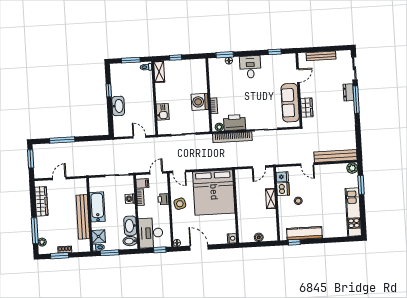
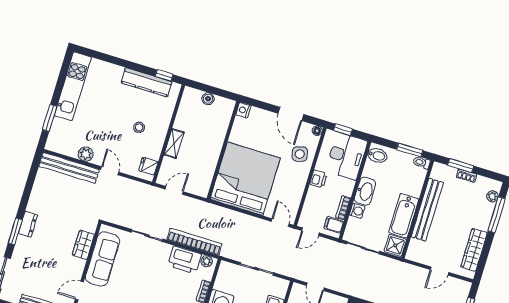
dresser: (348, 92) -> (28, 224), moved
window: (356, 100) -> (15, 231), width x0.69
plant: (352, 168) -> (86, 154), moved
dishwasher: (283, 189) -> (153, 150), removed
printer: (163, 199) -> (319, 179), moved
side table: (180, 204) -> (300, 154), moved
washbasin: (130, 226) -> (365, 191), moved
shower: (99, 236) -> (395, 245), moved
window: (60, 256) -> (461, 165), moved

